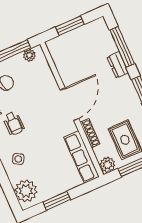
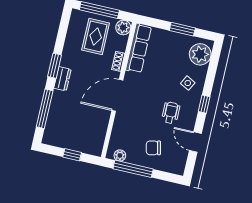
window: (70, 26) -> (72, 155), width x0.67
dresser: (118, 65) -> (62, 79), moved
shoe rack: (90, 133) -> (118, 61), width x0.70

